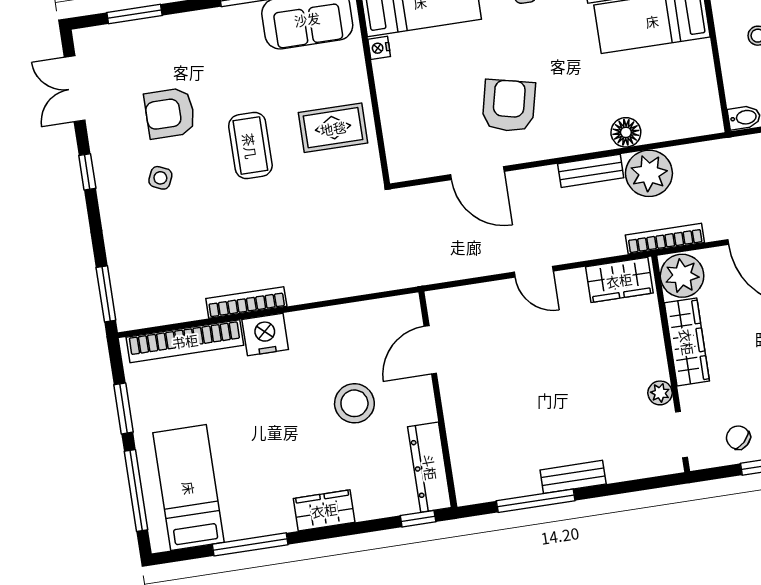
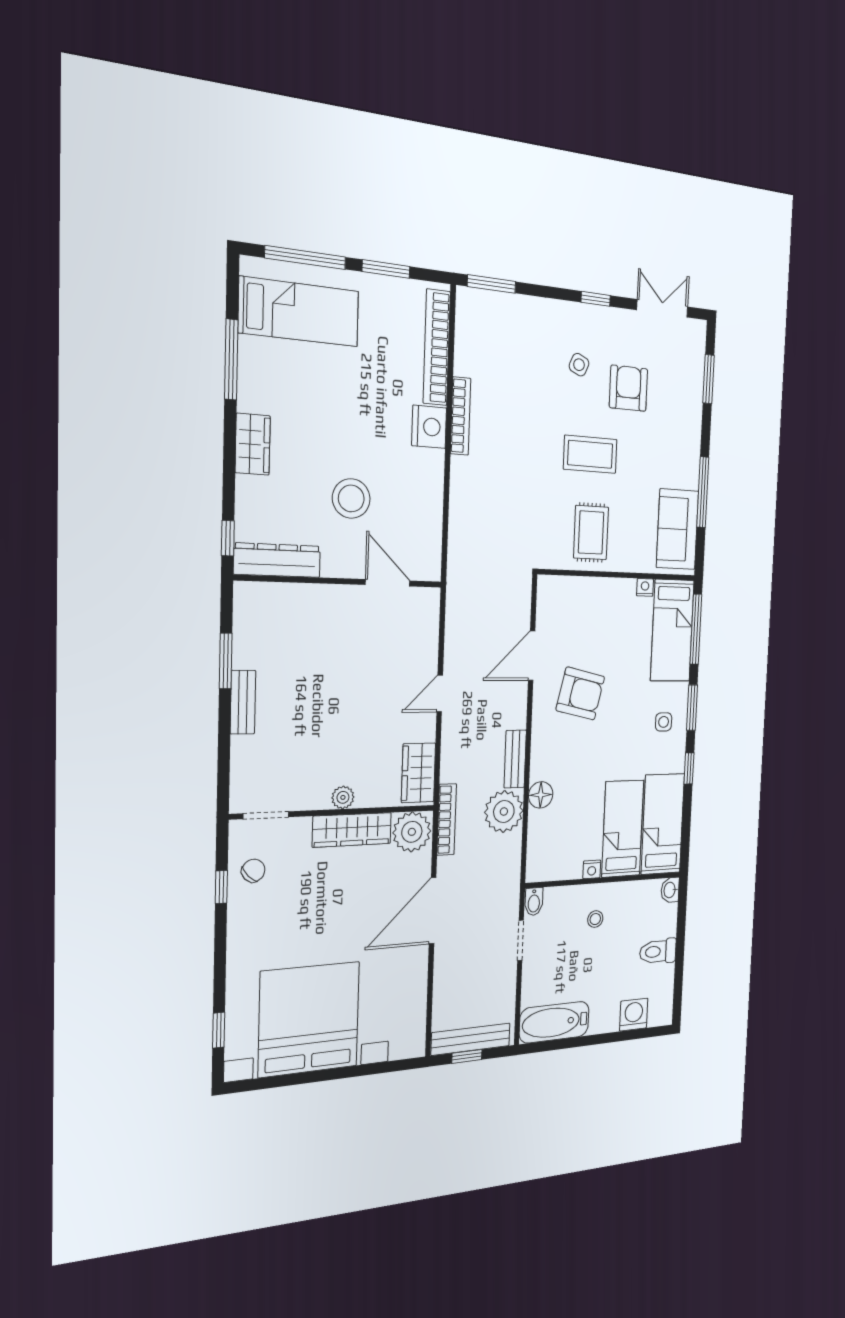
nightstand: (702, 52) -> (592, 869), added
plant: (660, 393) -> (343, 797), moved
window: (536, 501) -> (226, 661), width x0.69

